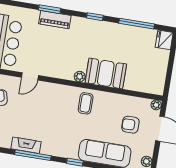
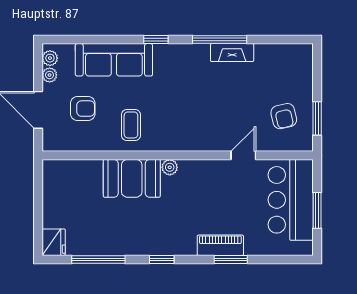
coffee table: (86, 103) -> (131, 125), moved
plant: (156, 105) -> (50, 75), moved

